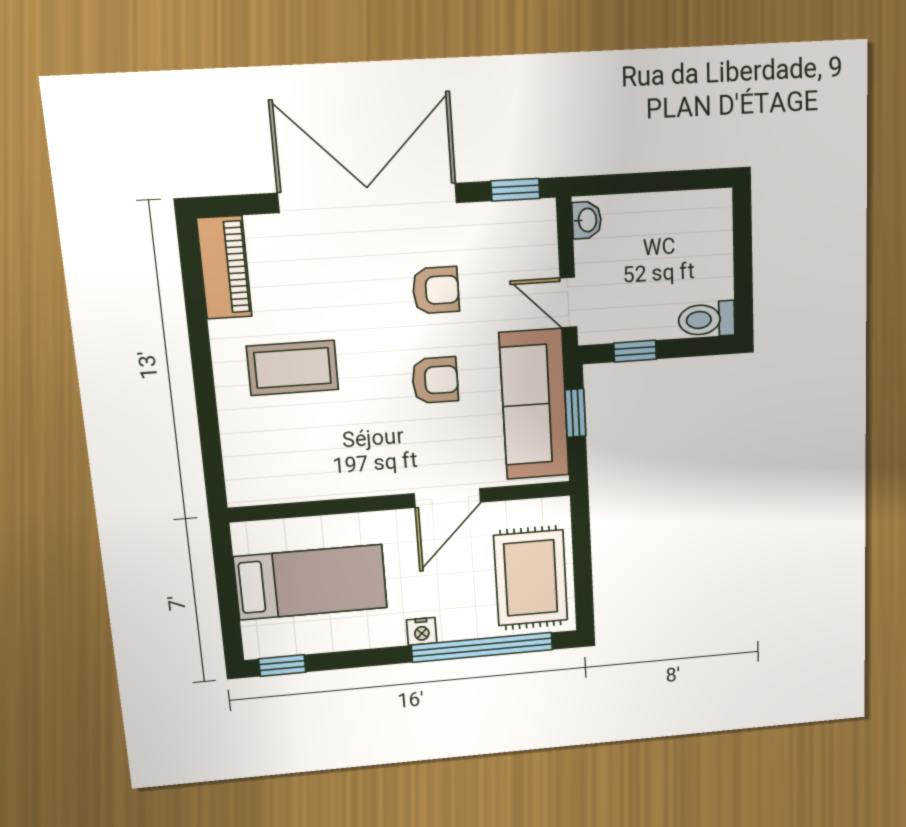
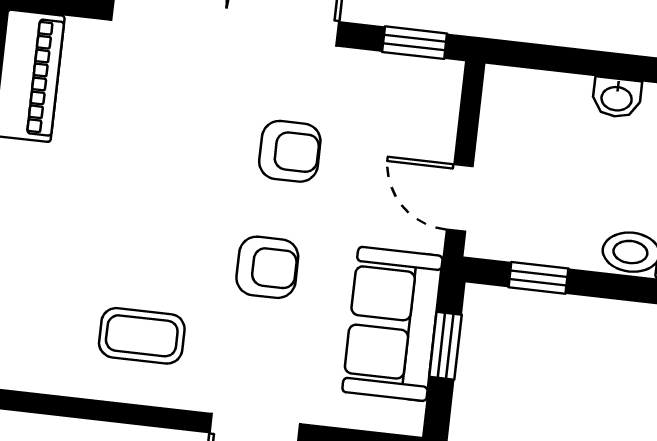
washbasin: (587, 220) -> (617, 98), moved, turned 90
coffee table: (293, 368) -> (142, 336), moved, width x0.73, depth x0.77
sofa: (534, 404) -> (392, 324), width x0.73

